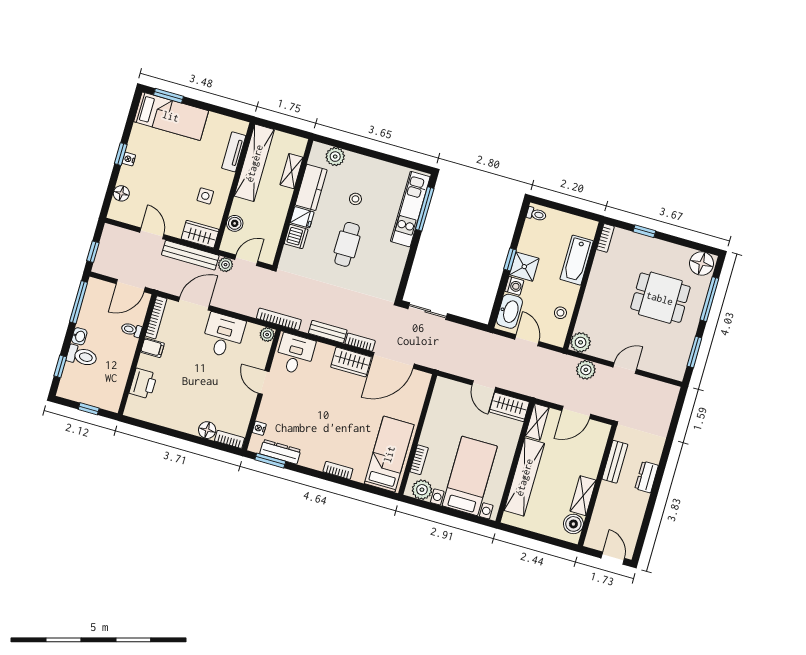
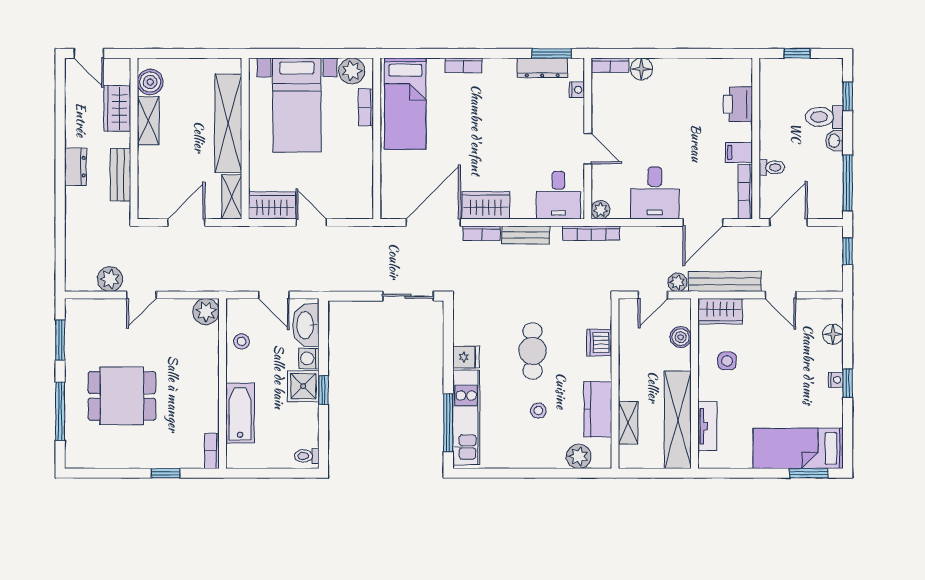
fridge: (302, 217) -> (466, 357), moved, turned 180
floor lamp: (702, 263) -> (83, 453), removed
plant: (586, 370) -> (110, 279), moved
wardrobe: (603, 511) -> (117, 109), added

